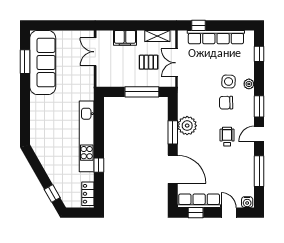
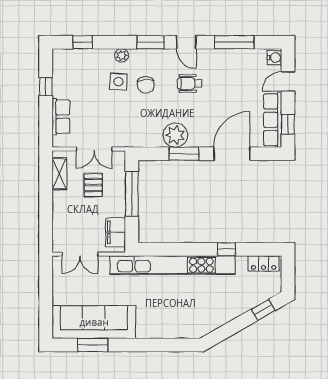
window: (198, 25) -> (46, 87), moved
row of seats: (216, 37) -> (61, 117), width x0.50
filing cabinet: (125, 38) -> (116, 232), moved, turned 180
kitchen unit: (87, 136) -> (173, 265), width x1.36

